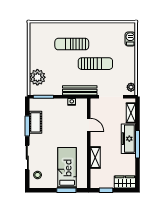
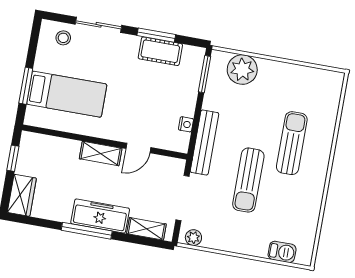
shelving: (95, 157) -> (101, 154), moved

